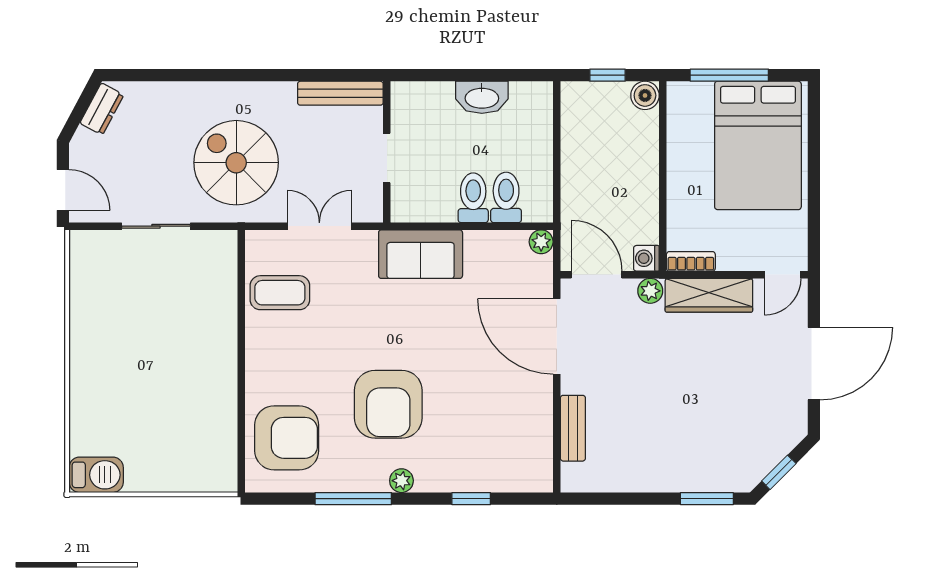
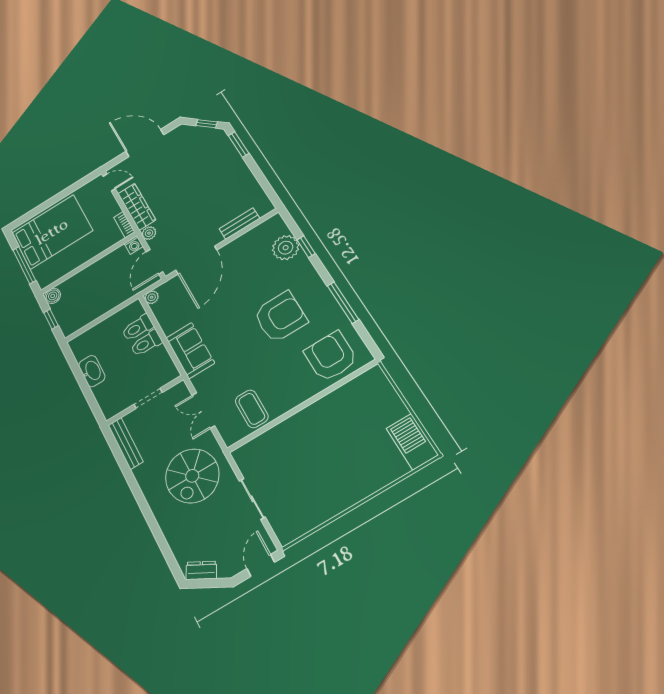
barbecue: (96, 475) -> (412, 442), width x1.37, depth x1.21
plant: (401, 481) -> (286, 248), moved, width x1.87, depth x1.87

